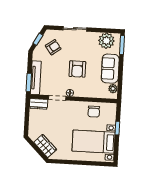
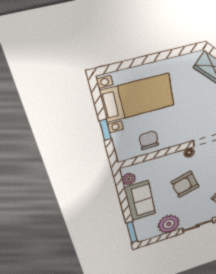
plant: (106, 41) -> (169, 224), moved
armchair: (77, 69) -> (185, 184), turned -105

